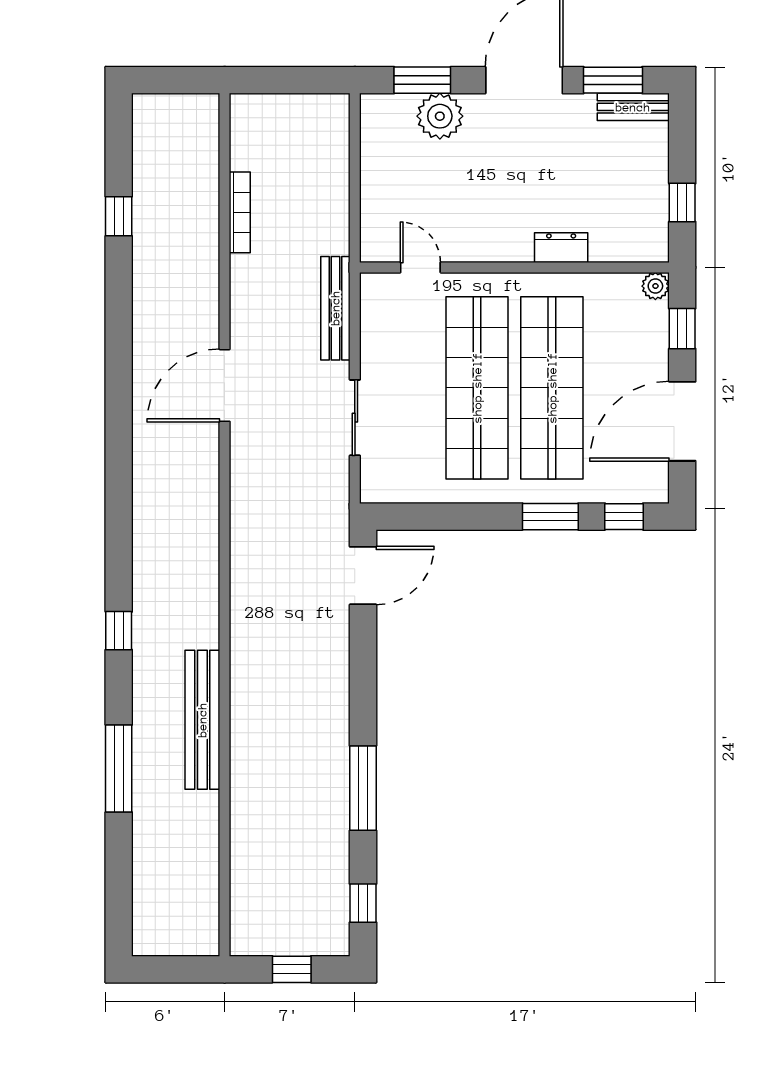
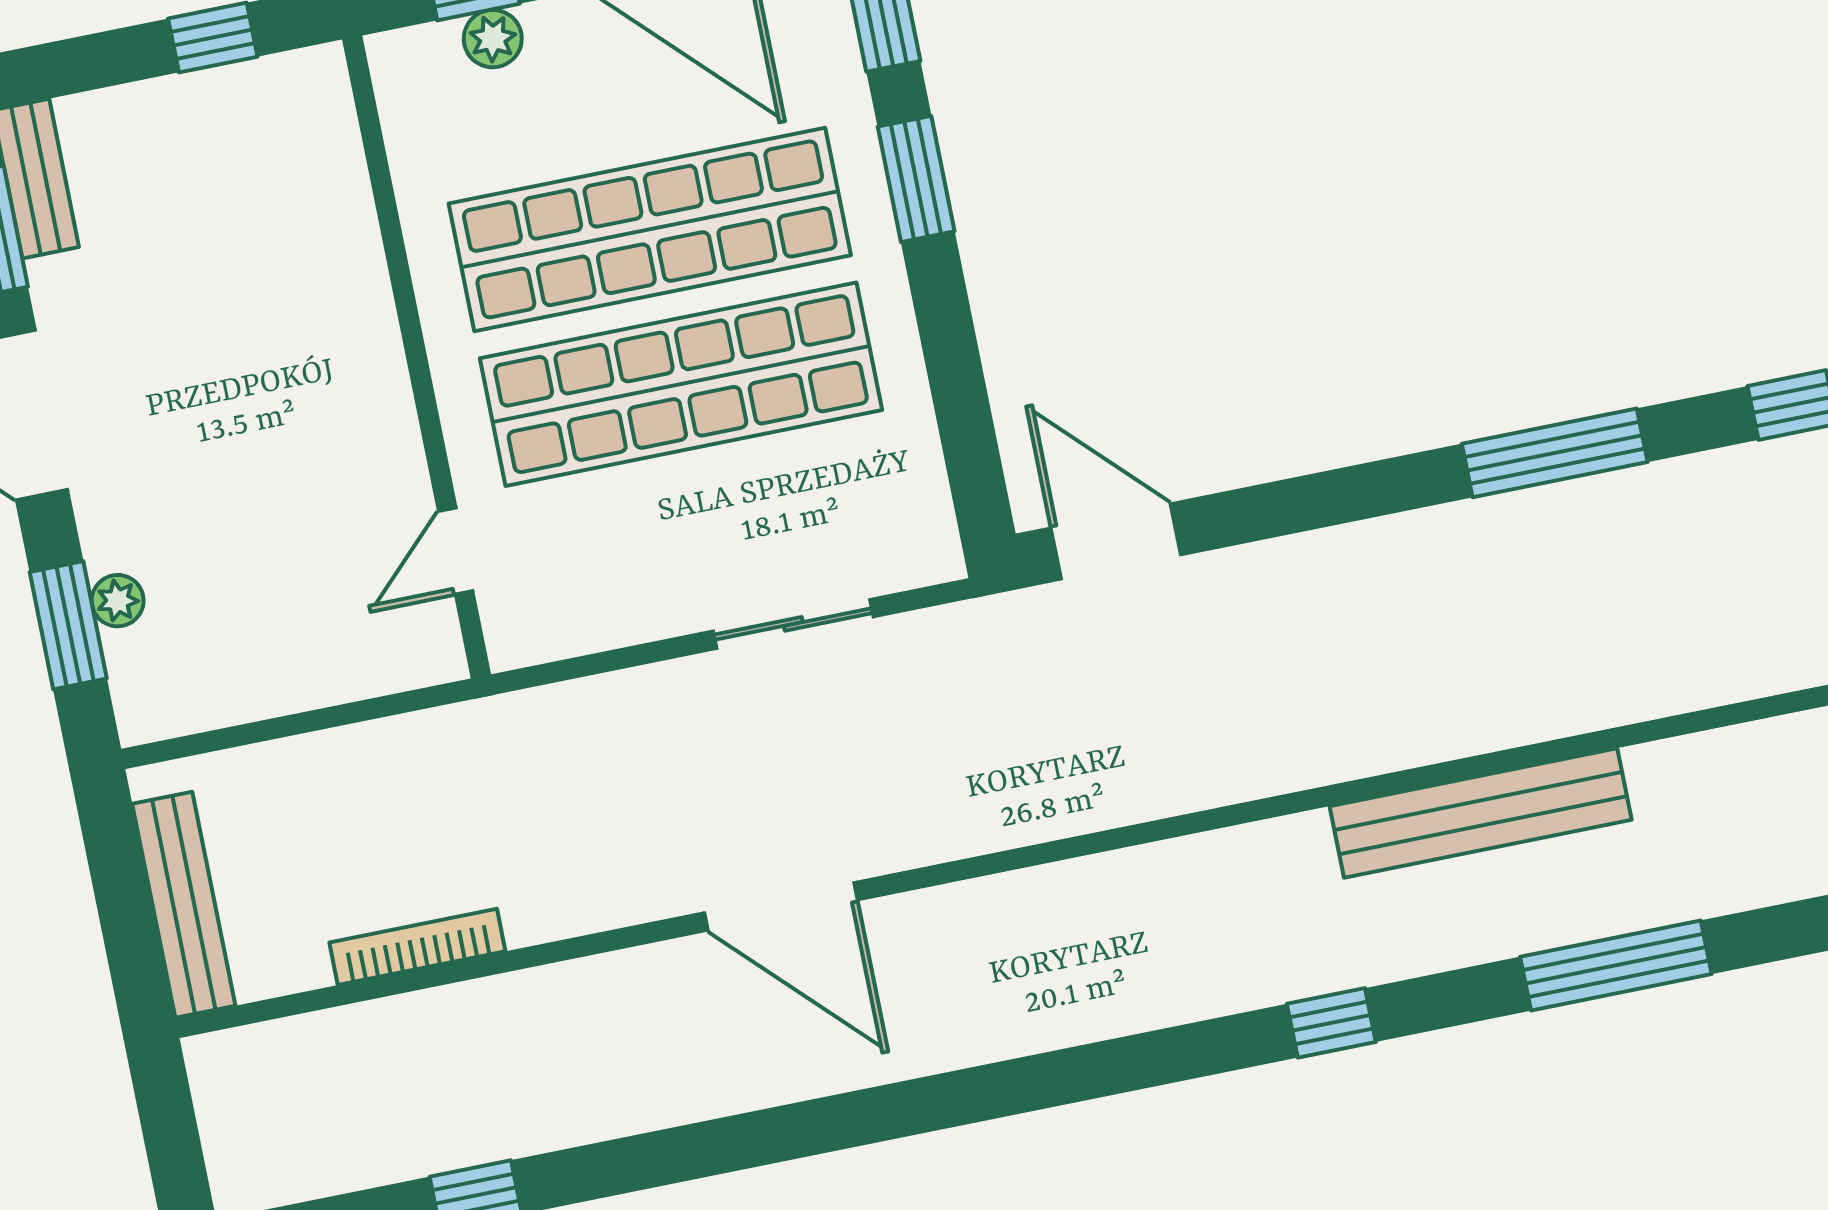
plant: (440, 116) -> (118, 601), width x0.53, depth x0.53
dresser: (561, 248) -> (356, 269), removed
plant: (655, 286) -> (493, 39), moved
bench: (335, 308) -> (184, 905), moved, turned 90

